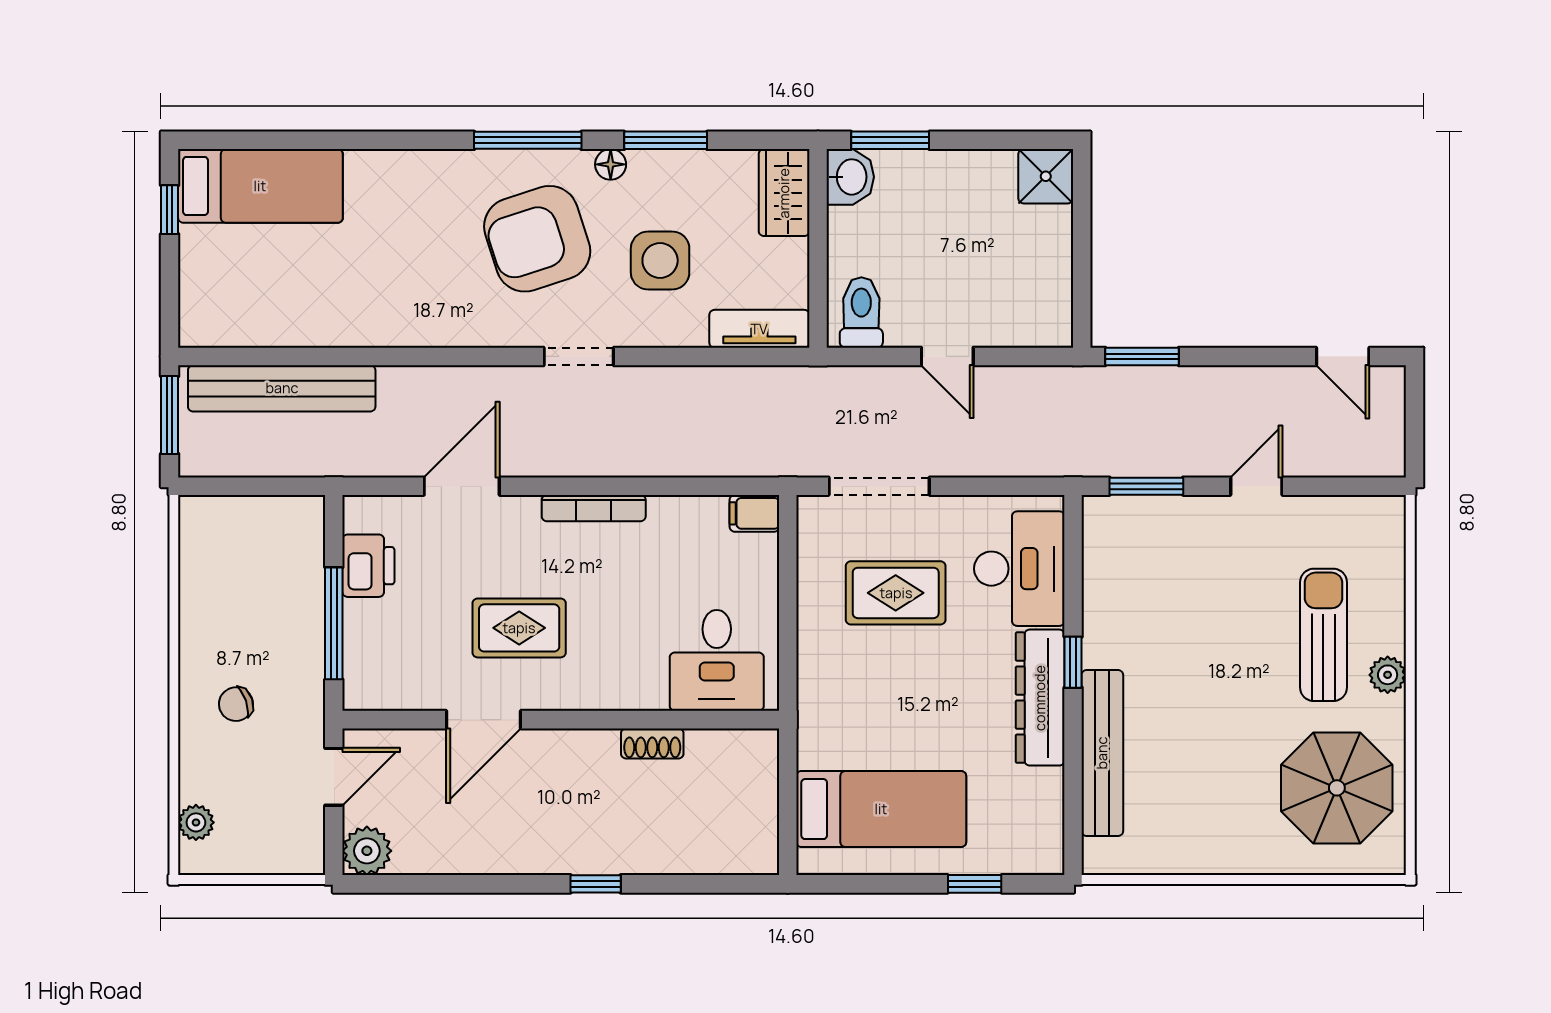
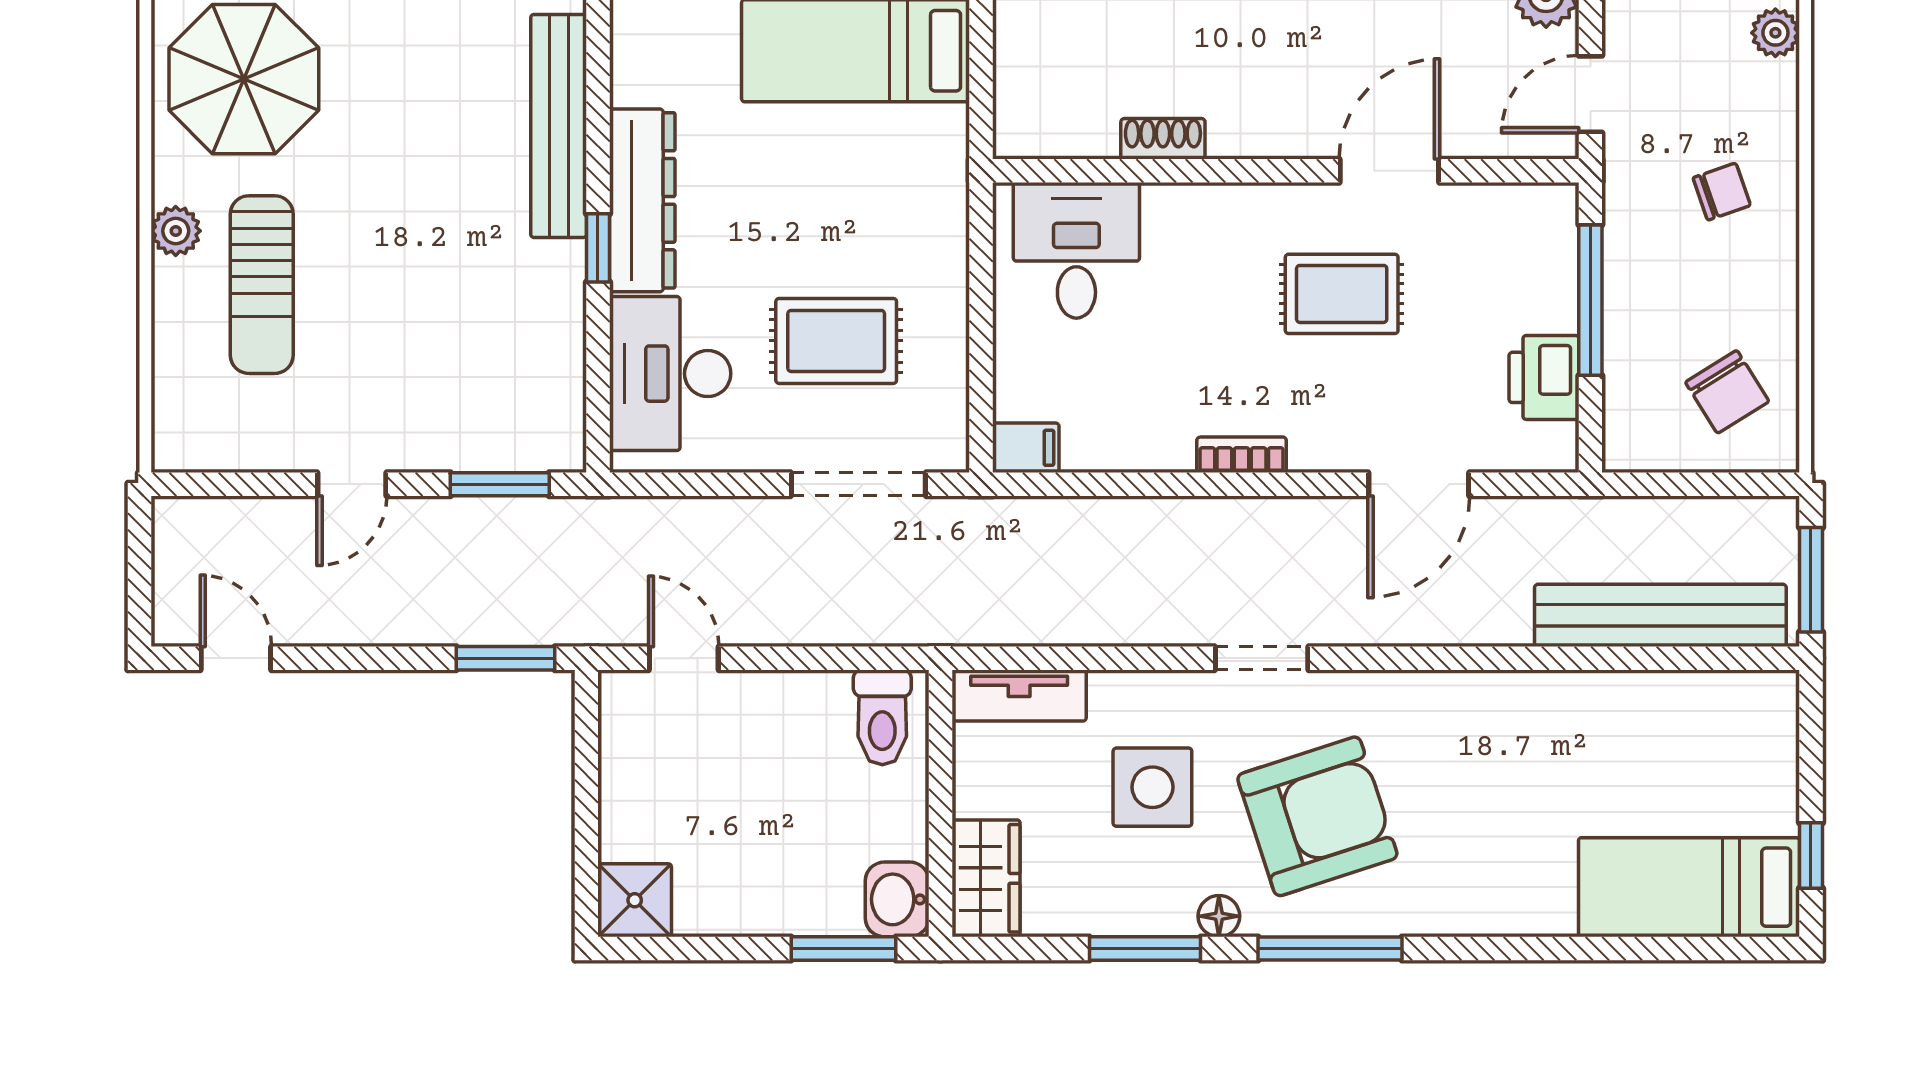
door: (947, 356) -> (684, 658), moved
bookcase: (594, 508) -> (1242, 455), width x0.64
chair: (232, 555) -> (1727, 392), added

